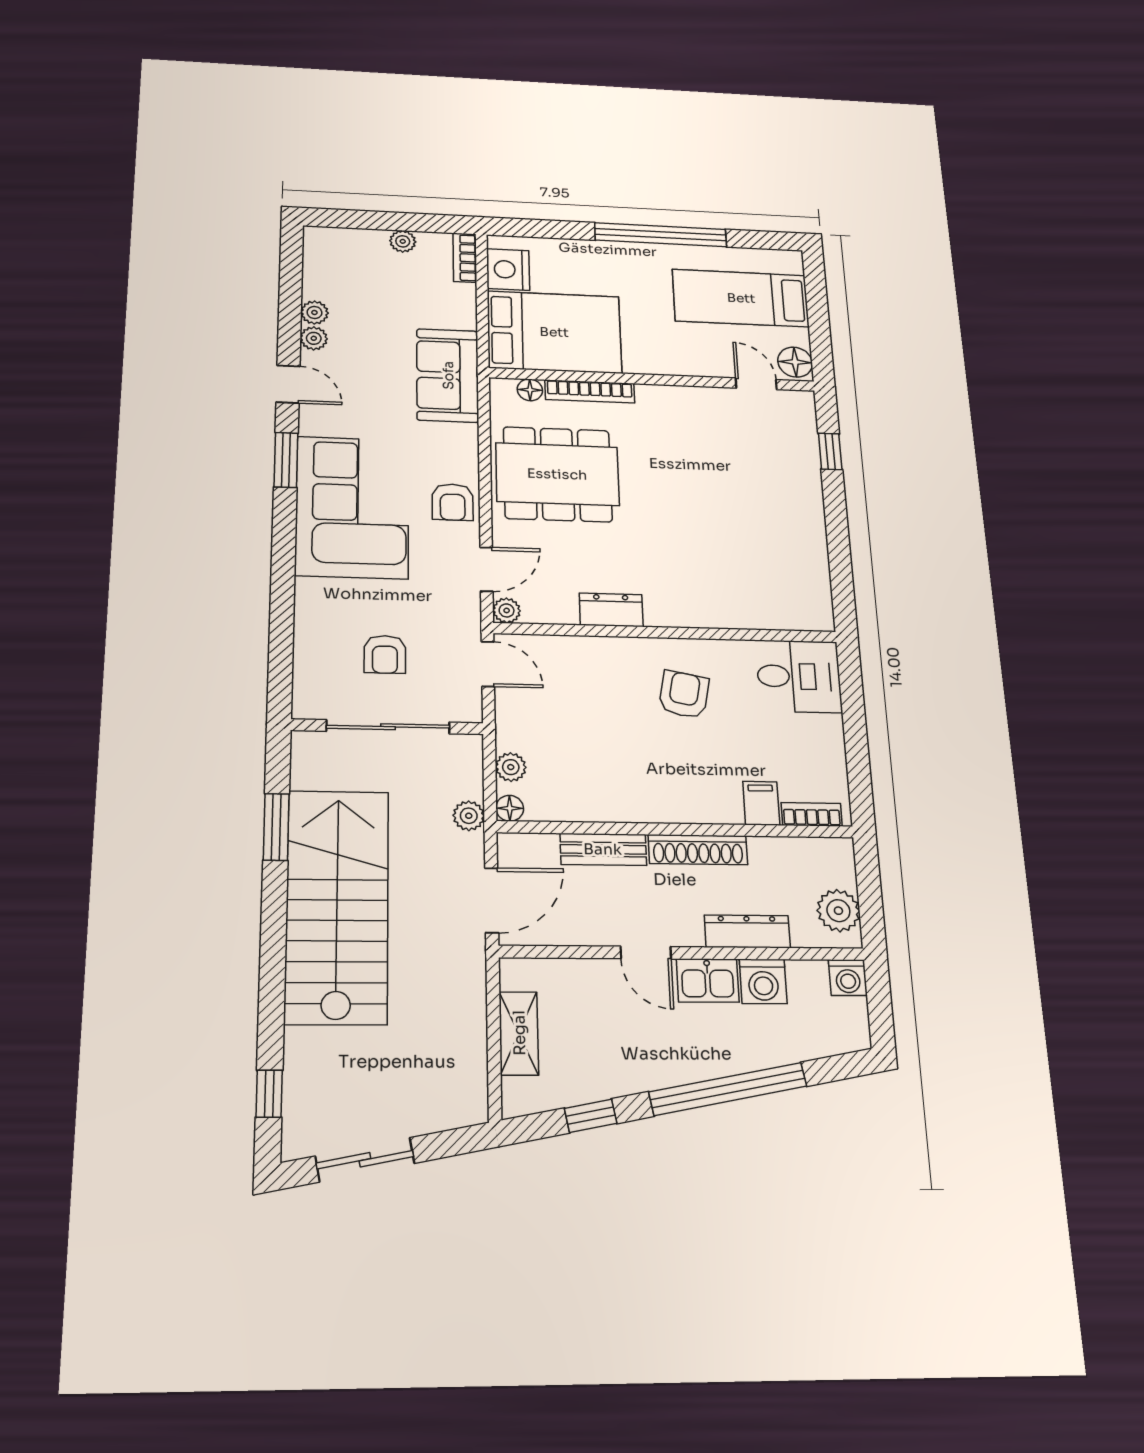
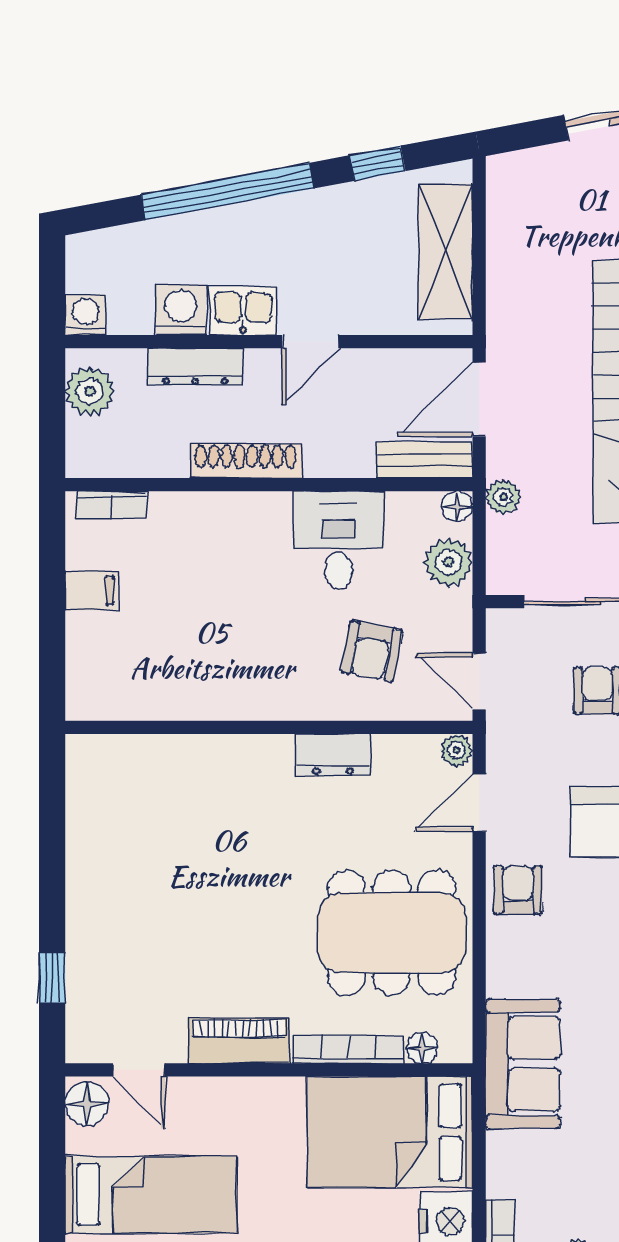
piano: (678, 401) -> (239, 1041), added
desk: (799, 676) -> (339, 540), moved, turned 90
armchair: (684, 695) -> (372, 651), moved
plant: (511, 767) -> (449, 562), width x1.38, depth x1.38
filing cabinet: (761, 803) -> (91, 591), moved, turned -90
bench: (603, 849) -> (425, 460), moved
door: (646, 953) -> (310, 342), swing flipped
shelving: (519, 1033) -> (446, 251), width x1.50, depth x1.33

